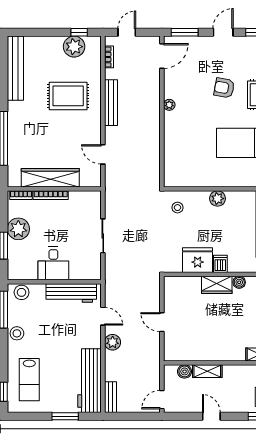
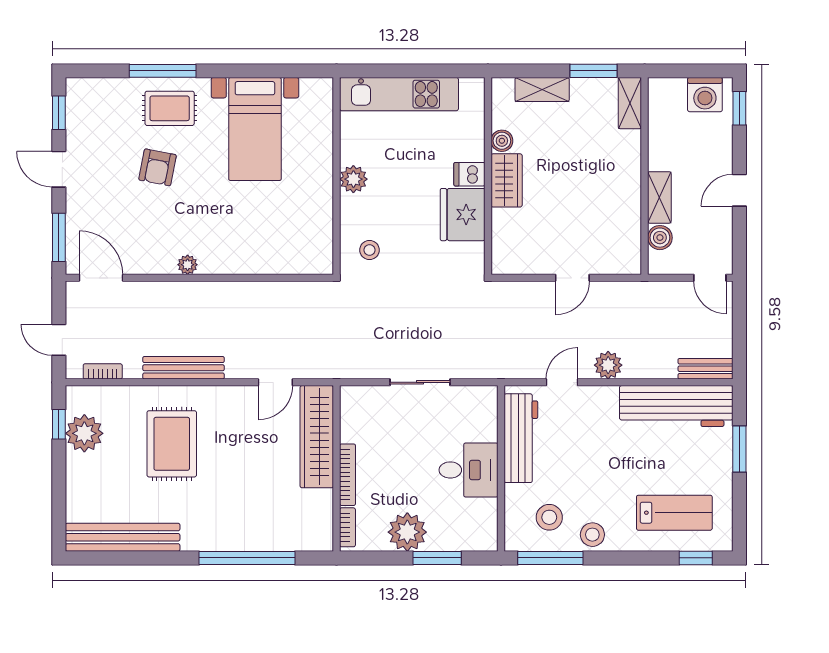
wardrobe: (50, 178) -> (317, 437), moved
stool: (22, 292) -> (549, 517), moved

